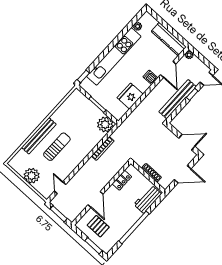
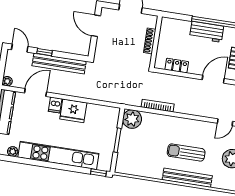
fridge: (130, 96) -> (73, 111), moved
workbench: (148, 199) -> (207, 32), moved

